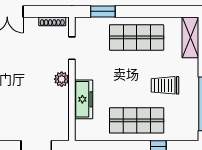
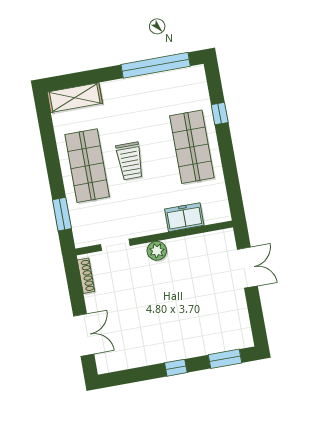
trolley: (165, 85) -> (130, 161), moved
freezer: (84, 99) -> (184, 217), width x0.71

